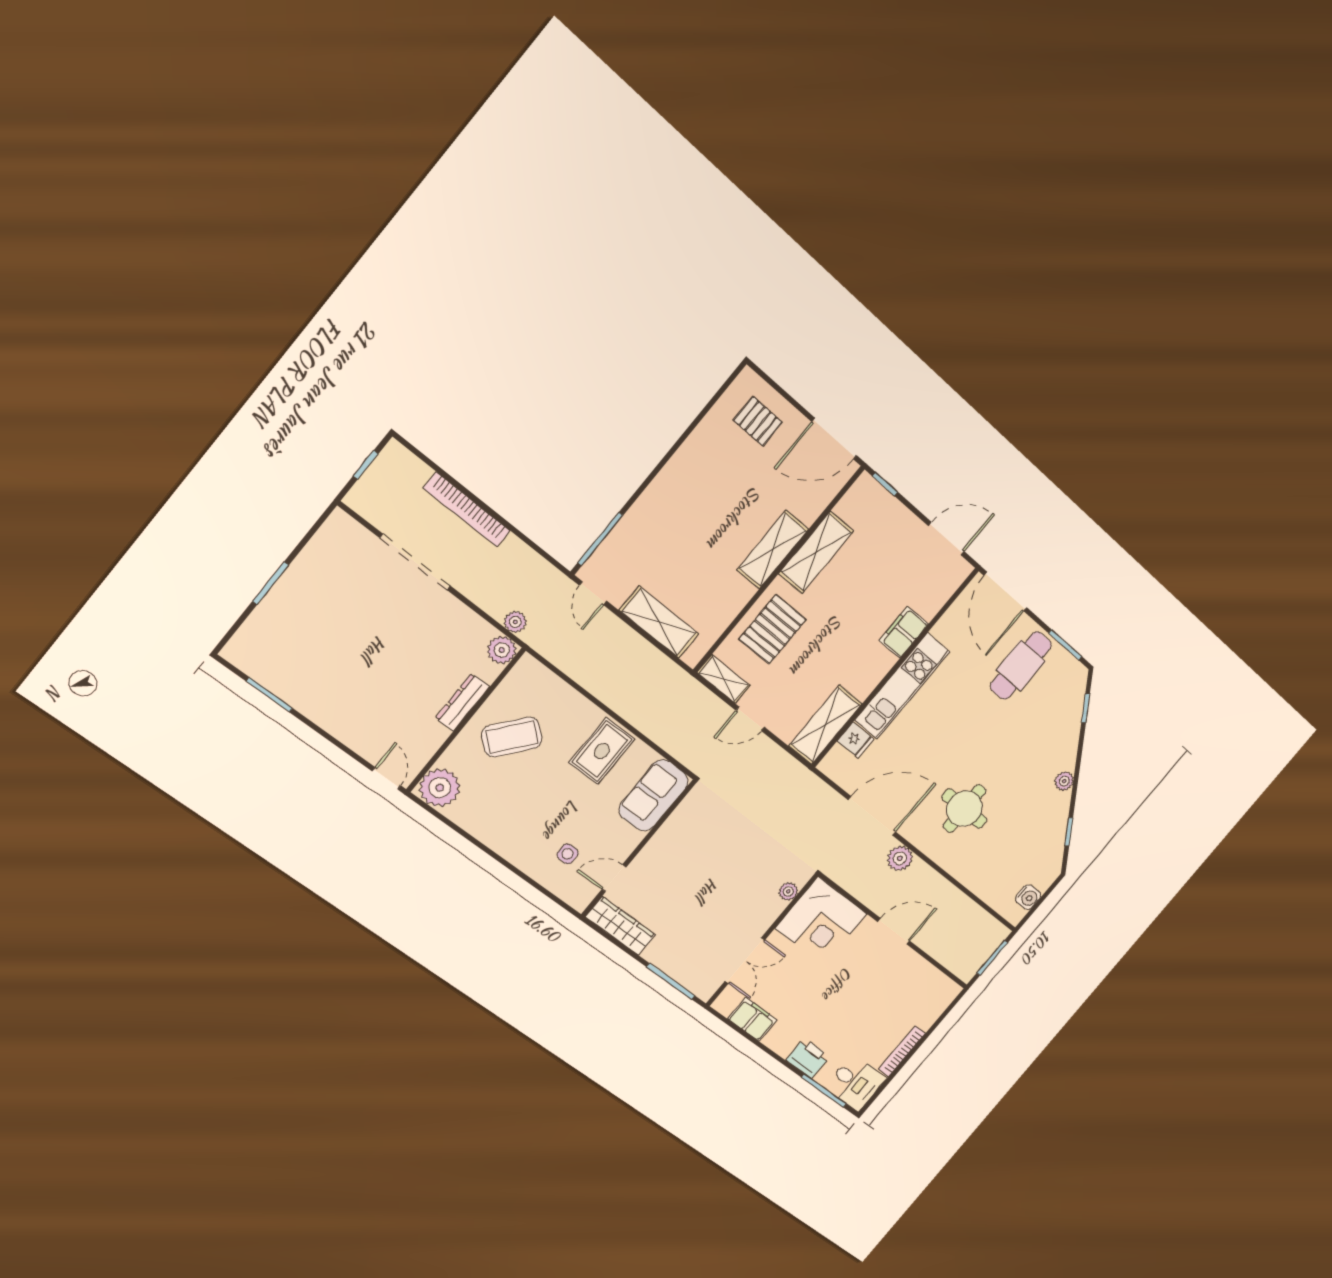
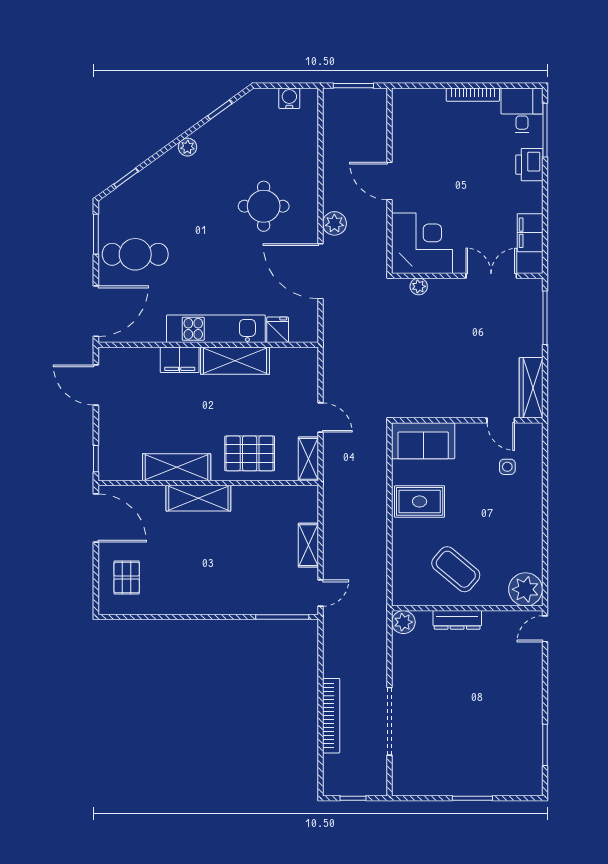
plant: (515, 622) -> (378, 628), removed
shelving: (659, 622) -> (308, 545), width x0.67, depth x0.75
shelving: (825, 725) -> (235, 361), moved

